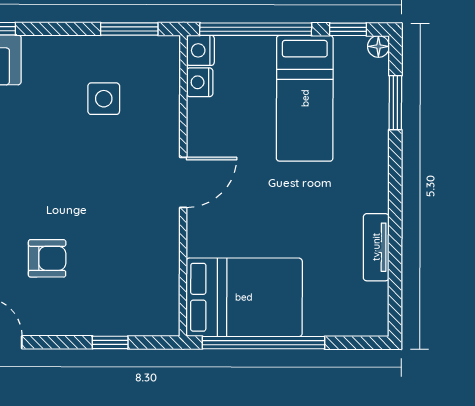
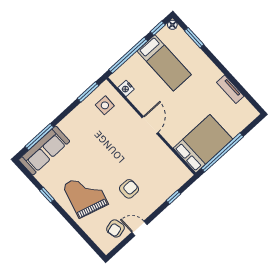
nightstand: (200, 50) -> (117, 78), removed
side table: (104, 99) -> (105, 105), moved

